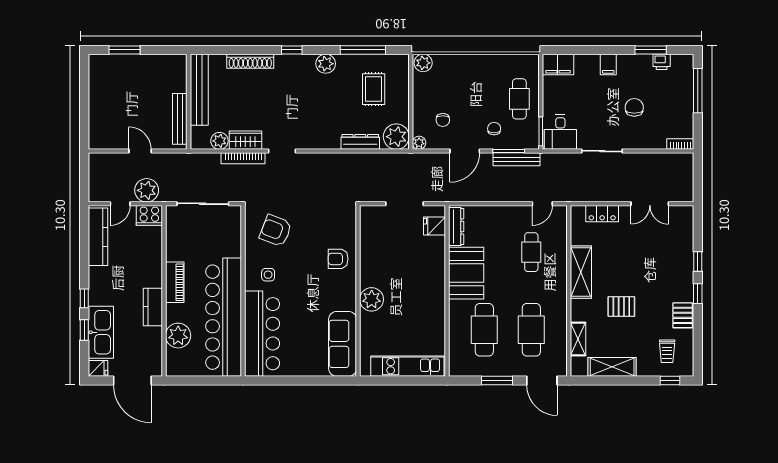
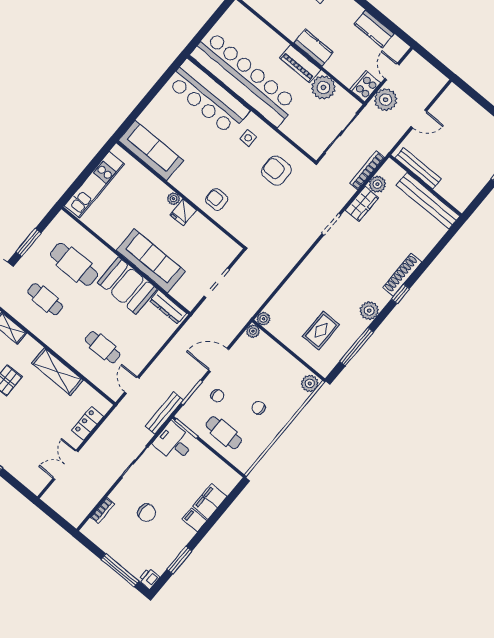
shoe rack: (250, 61) -> (402, 275), moved
printer: (662, 62) -> (149, 579), moved
filing cabinet: (558, 64) -> (210, 501), moved
rug: (374, 89) -> (321, 331), turned 90
chair: (443, 120) -> (259, 408), moved
plant: (396, 137) -> (263, 319), width x0.53, depth x0.53
dresser: (360, 142) -> (290, 288), removed
bookcase: (680, 144) -> (102, 511), moved
door: (465, 151) -> (219, 360), hinge flipped
bookcase: (243, 158) -> (367, 170), moved
bench: (517, 159) -> (164, 413), moved
fridge: (434, 226) -> (183, 212), moved, turned 180
armchair: (276, 231) -> (276, 171), turned -111
kitchen counter: (98, 237) -> (374, 29), width x0.67
armchair: (338, 259) -> (217, 199), turned -90
sofa: (431, 271) -> (151, 261), added
plant: (372, 299) -> (174, 199), width x0.53, depth x0.53
kitchen counter: (153, 307) -> (314, 48), moved
cafe table: (531, 330) -> (45, 299), width x0.73, depth x0.74
plant: (178, 336) -> (323, 87), moved

